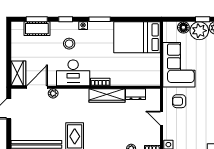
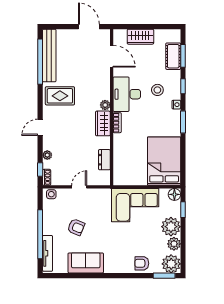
window: (203, 19) -> (183, 210), moved
floor lamp: (183, 27) -> (174, 194), moved
wardrobe: (18, 73) -> (140, 37), moved
plant: (53, 93) -> (105, 105), moved
wardrobe: (107, 96) -> (103, 123), width x0.67
armchair: (179, 101) -> (76, 227), moved, turned 112

